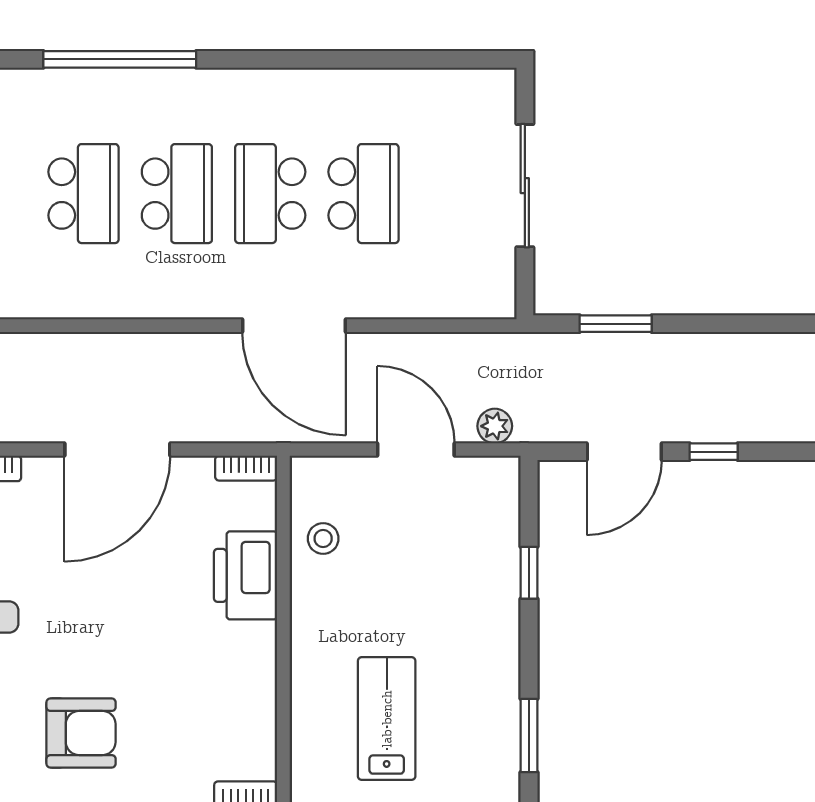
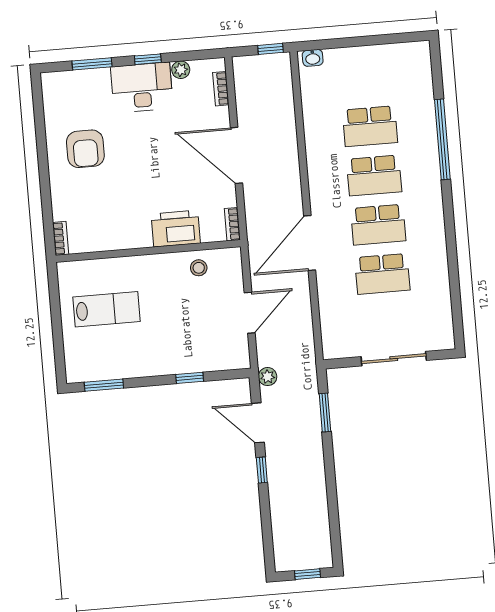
school desk: (270, 194) -> (378, 225), turned 180
plant: (495, 426) -> (268, 377), moved

